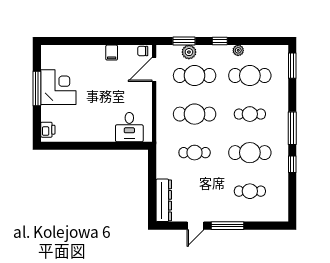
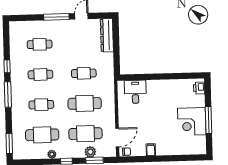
cafe table: (250, 153) -> (40, 75), width x0.73, depth x0.74

